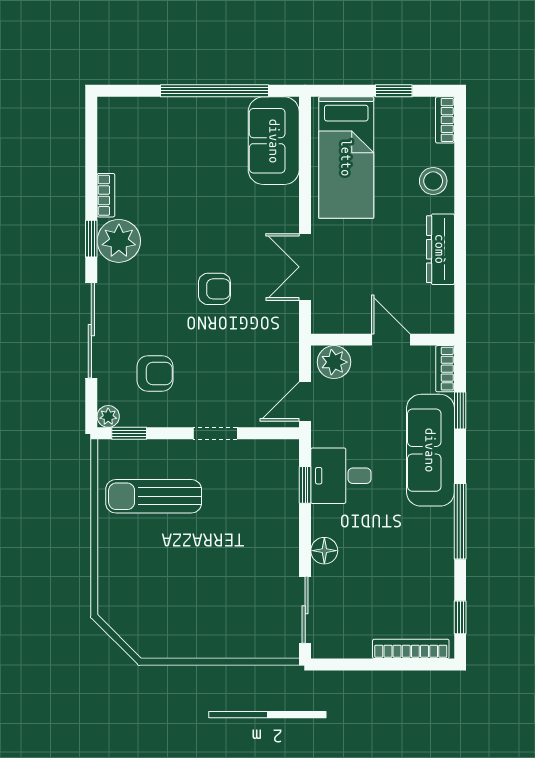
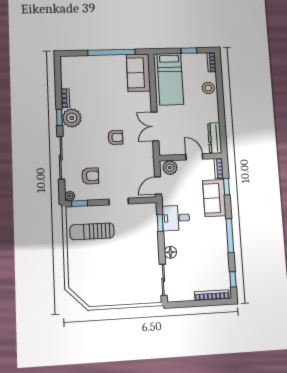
dresser: (440, 249) -> (215, 138), moved
sofa: (430, 450) -> (214, 198), width x0.73

